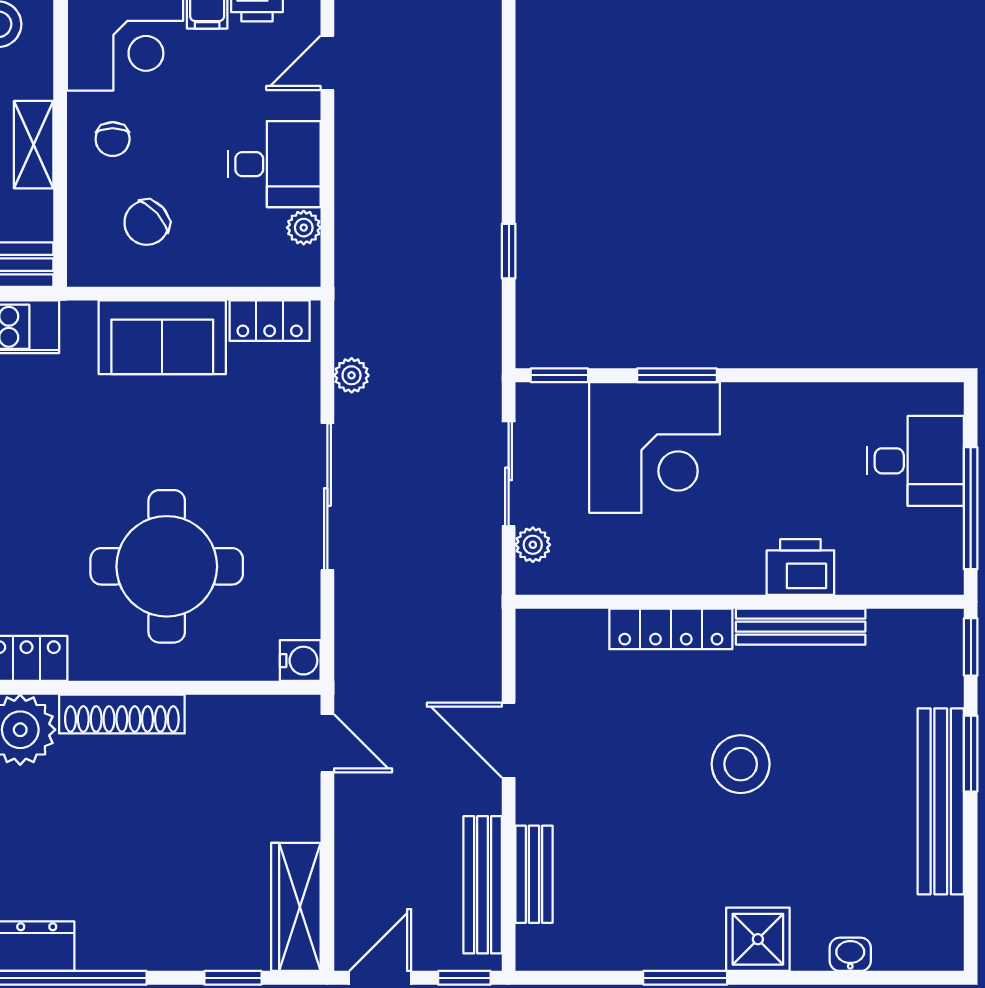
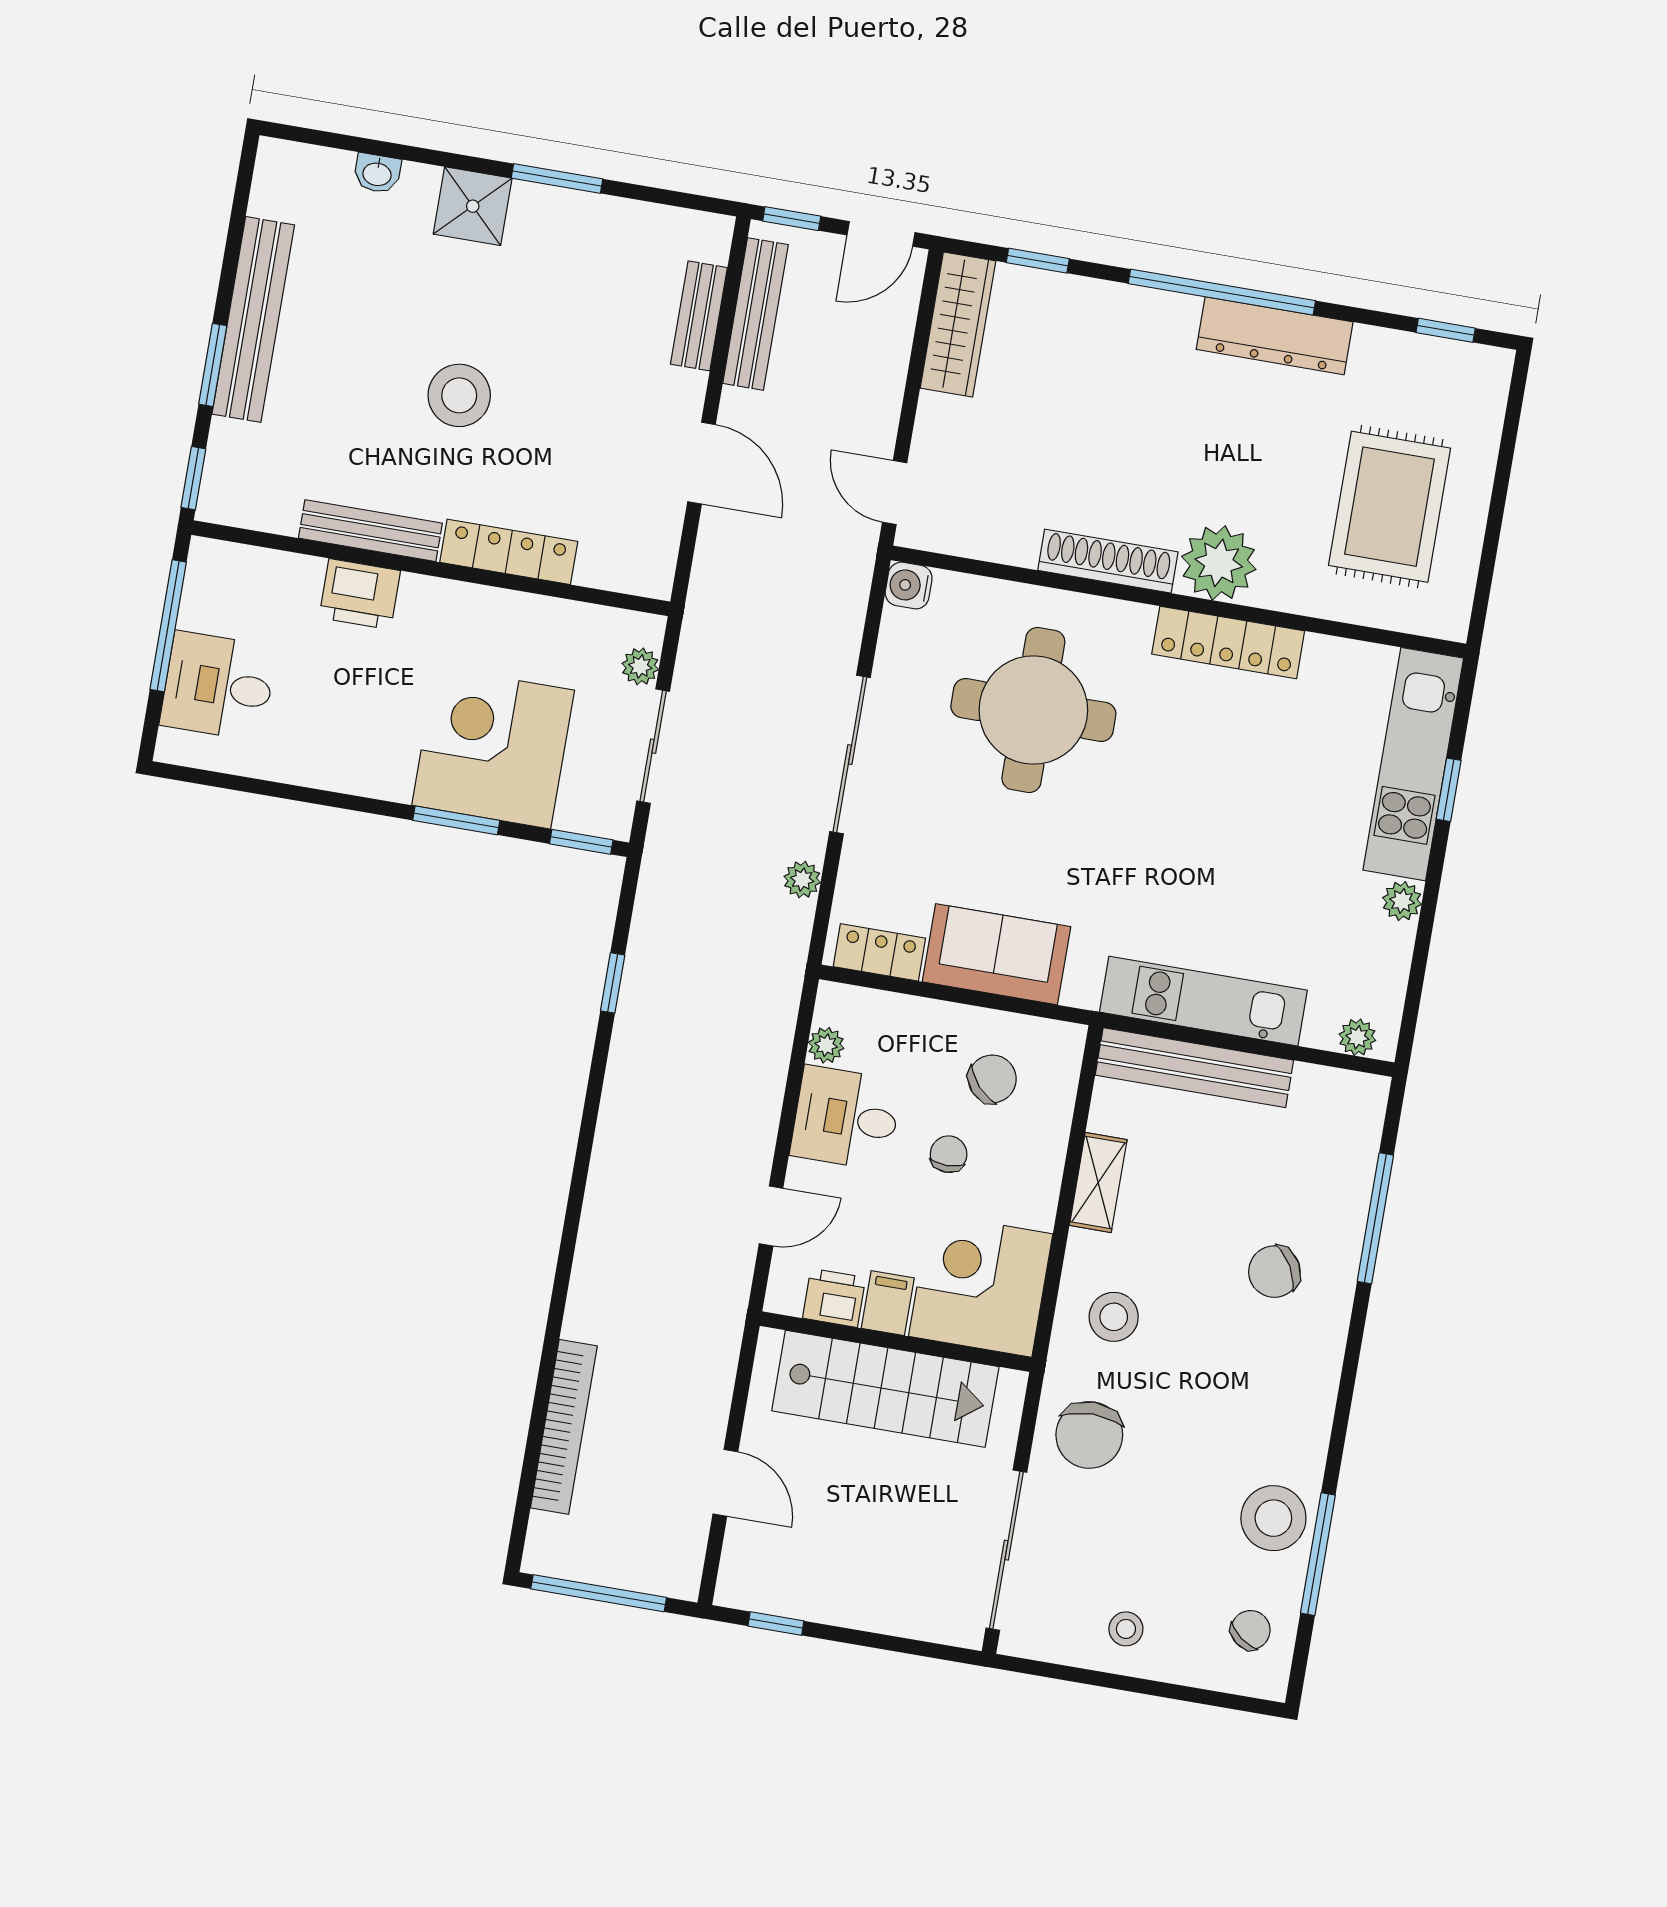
chair: (113, 139) -> (949, 1154), moved

